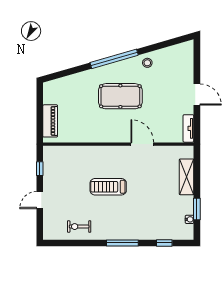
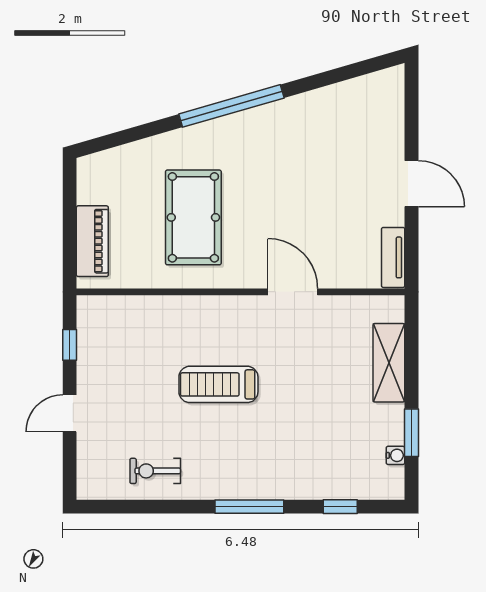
stool: (147, 63) -> (304, 115), removed
pool table: (120, 96) -> (193, 217), moved, turned 90

